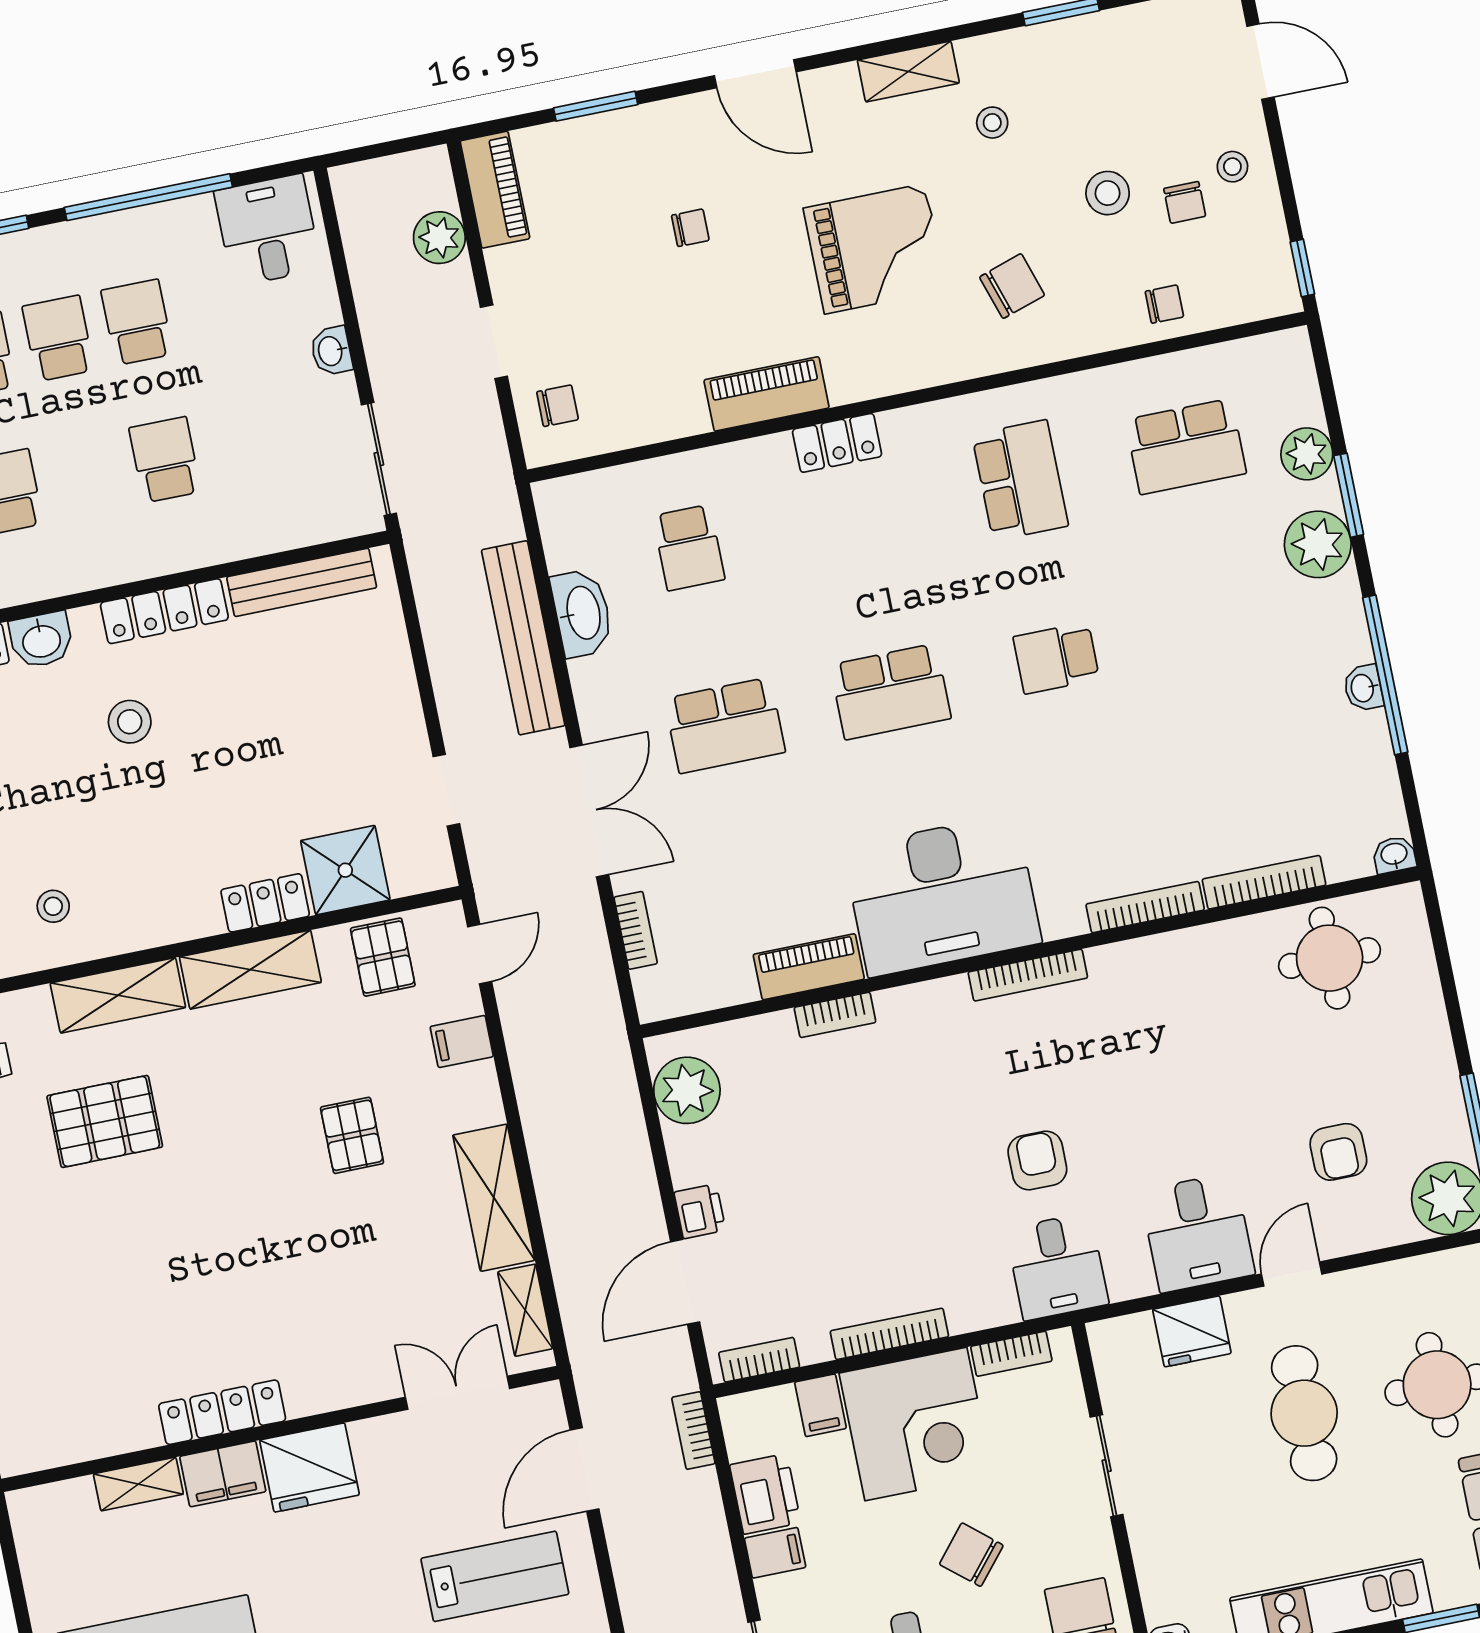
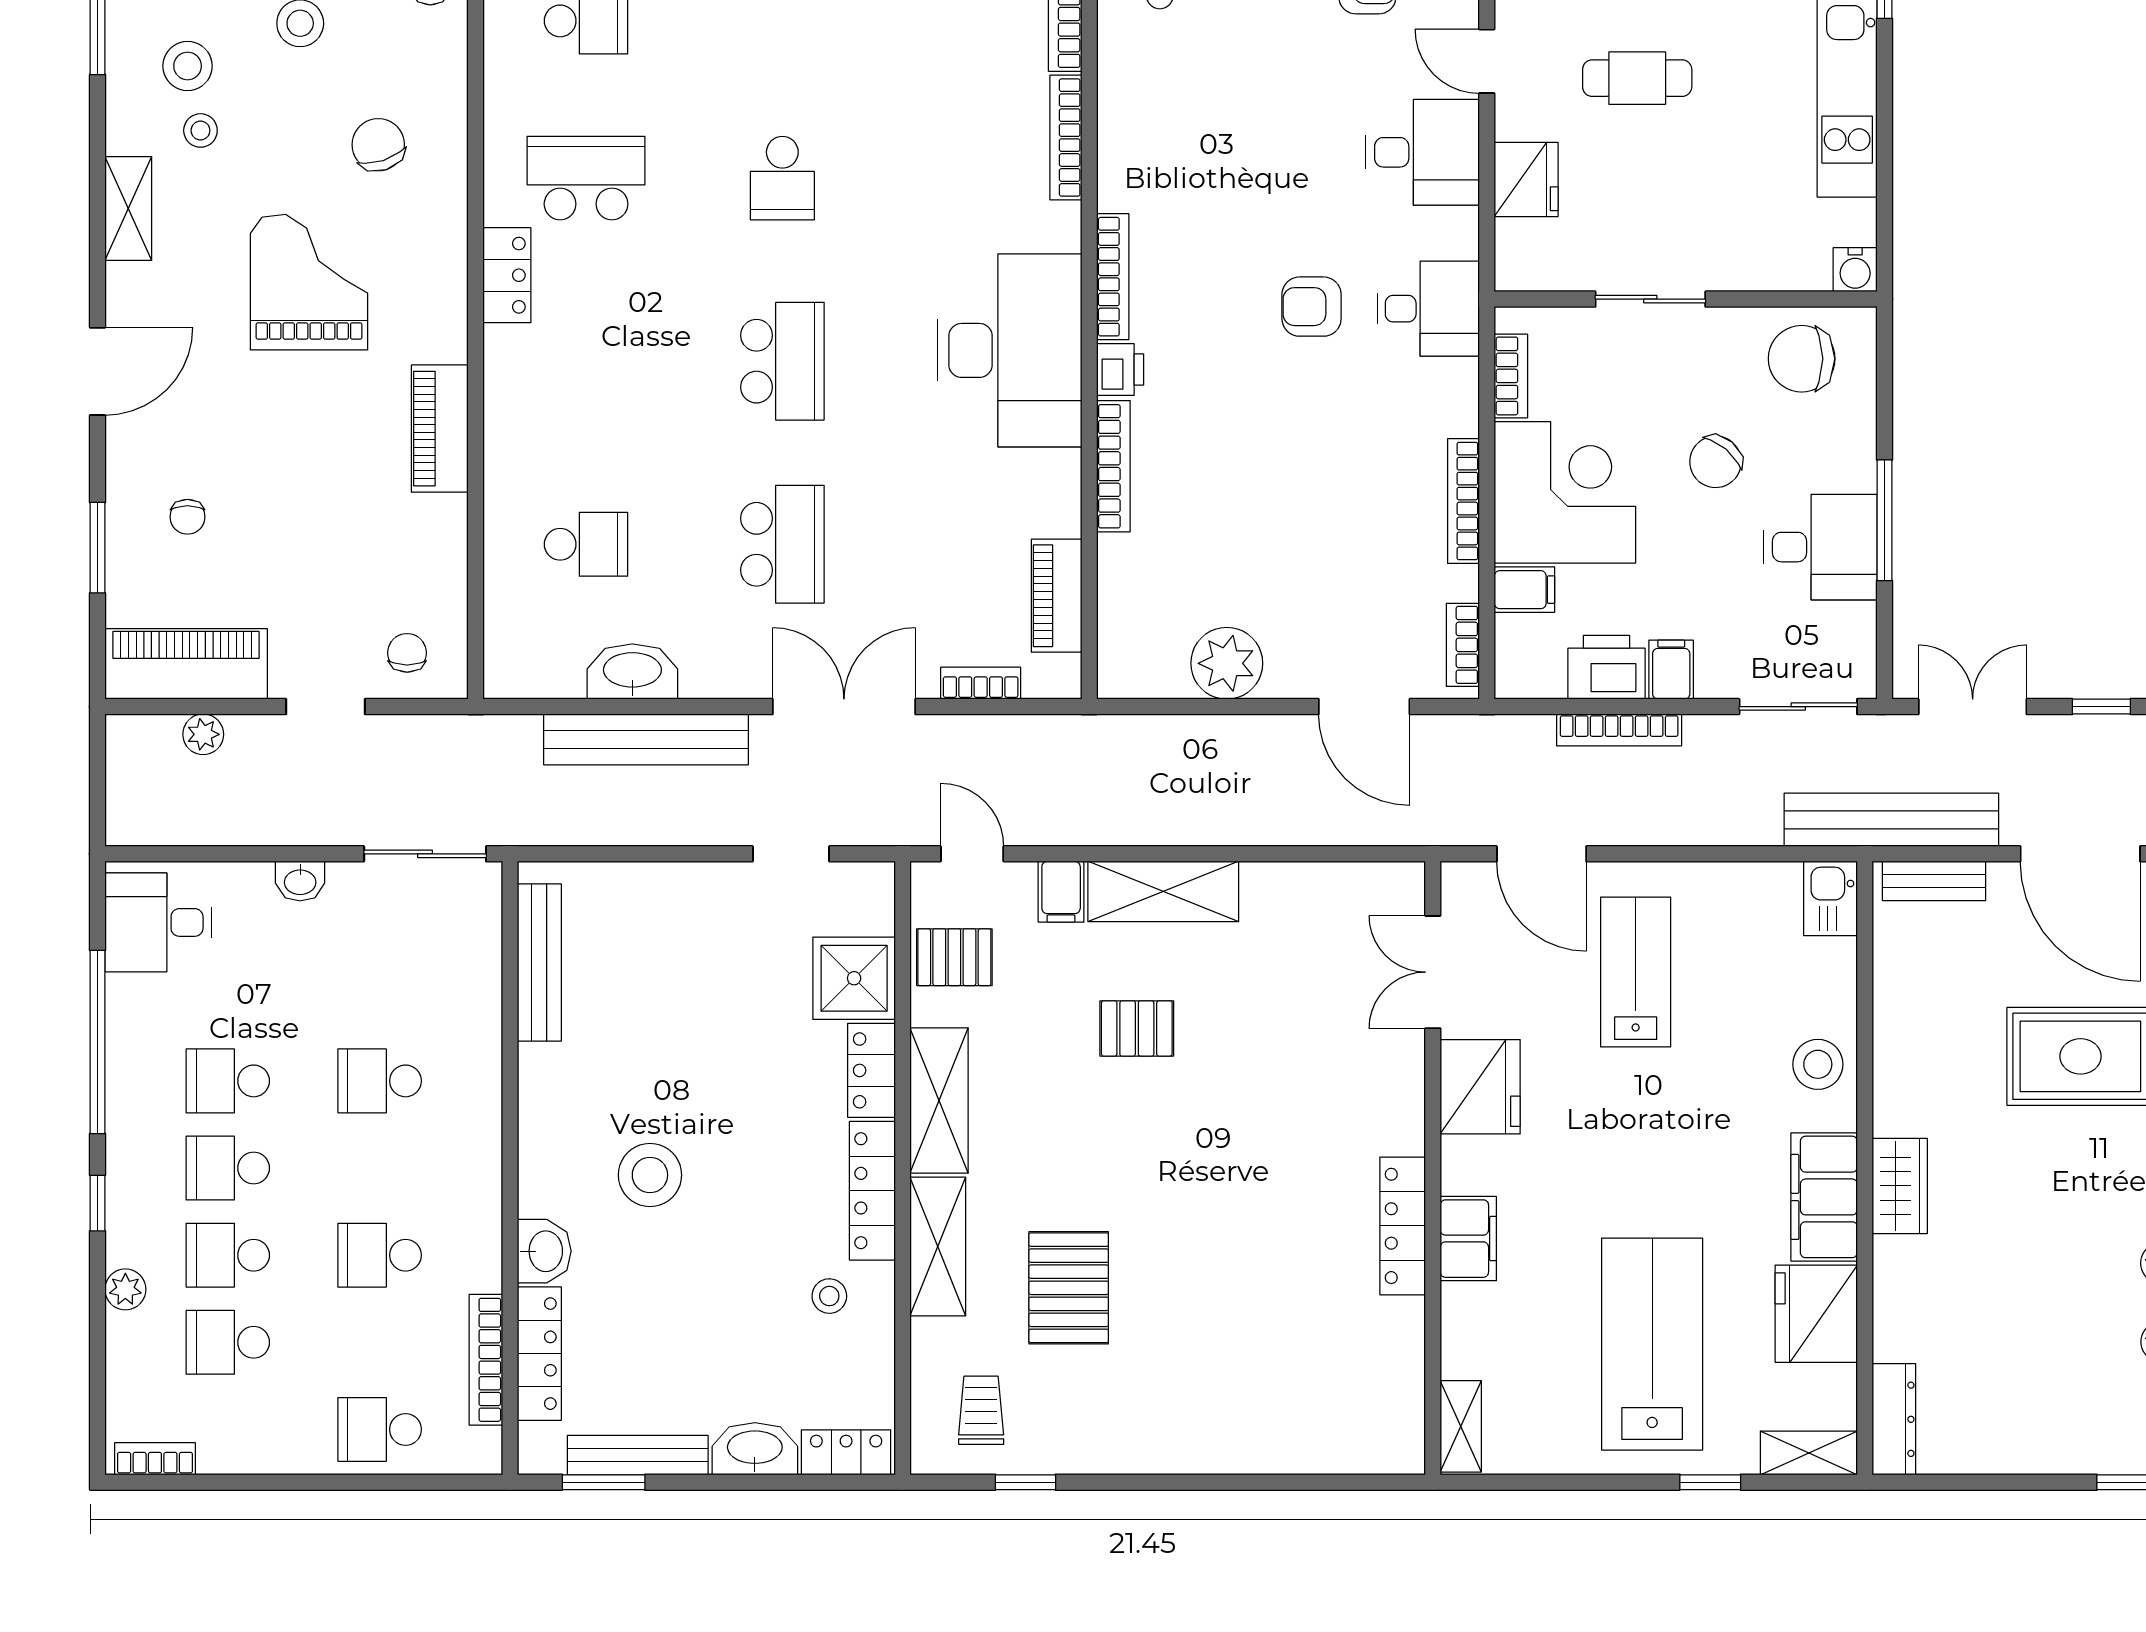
stool: (1048, 99) -> (188, 66), added
piano: (495, 190) -> (186, 664), width x1.37, depth x1.33
chair: (690, 228) -> (187, 517), moved, turned 180
plant: (439, 238) -> (203, 734), width x0.73, depth x0.73
locker: (837, 443) -> (507, 275), moved
locker: (164, 611) -> (872, 1191), moved, turned 180
stool: (130, 722) -> (650, 1175), width x1.38, depth x1.38
piano: (809, 967) -> (1057, 596), moved
bookcase: (835, 1015) -> (1113, 466), width x1.56
plant: (687, 1090) -> (1227, 663), moved
shelving: (494, 1198) -> (1163, 891), moved
printer: (700, 1211) -> (1120, 369), moved, turned 90
shelving: (525, 1310) -> (1360, 882), removed
cafe table: (1304, 1413) -> (1637, 78), width x0.73, depth x0.74
bookcase: (693, 1431) -> (1619, 730), moved, width x1.56
fridge: (309, 1468) -> (1480, 1087), moved
shelving: (138, 1484) -> (1461, 1426), moved

